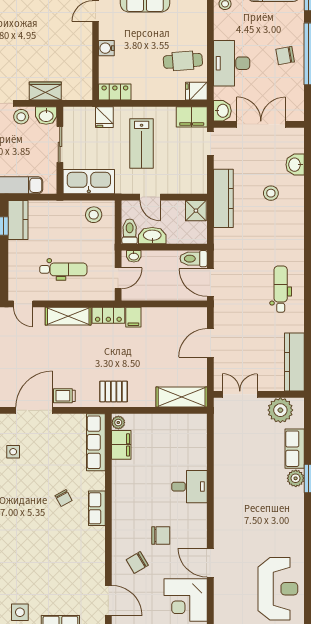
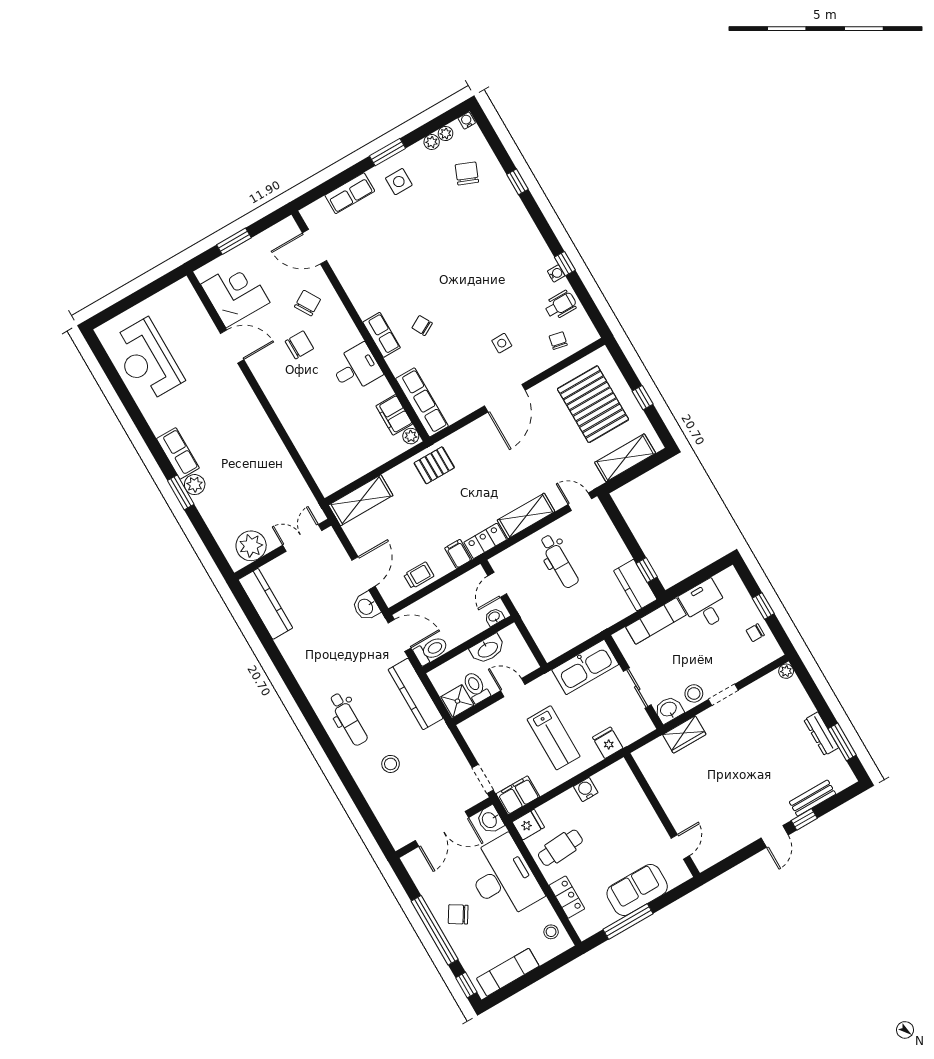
water cooler: (106, 48) -> (586, 790), moved, turned -90
chair: (285, 56) -> (458, 914), turned -138
desk: (232, 63) -> (503, 878), width x1.36, depth x1.30
locker: (115, 92) -> (567, 897), moved, turned -90
lab bench: (142, 144) -> (554, 738), turned 180
washbasin: (295, 165) -> (366, 606), moved, turned 180
kitchen counter: (223, 198) -> (416, 694), moved
stool: (94, 215) -> (560, 636), removed
toilet: (130, 231) -> (476, 687), moved, turned 180
dental chair: (63, 269) -> (559, 561), turned -90
dental chair: (281, 289) -> (348, 719), moved
double door: (240, 394) -> (302, 538), swing flipped
trolley: (64, 396) -> (419, 575), moved
row of seats: (295, 449) -> (178, 453), moved
desk: (189, 487) -> (356, 368), moved, turned 180
chair: (161, 536) -> (299, 345), turned 180

